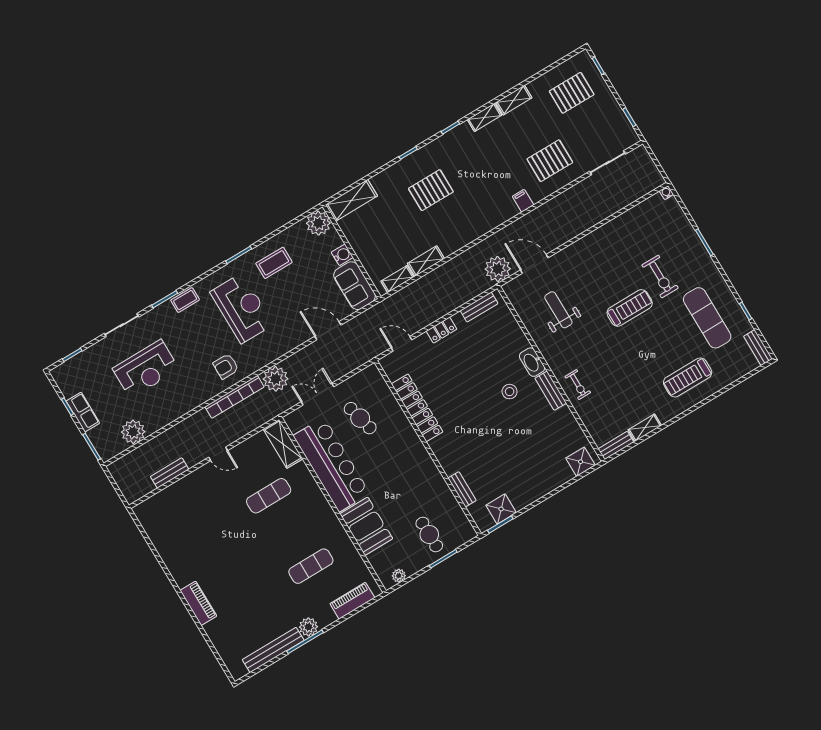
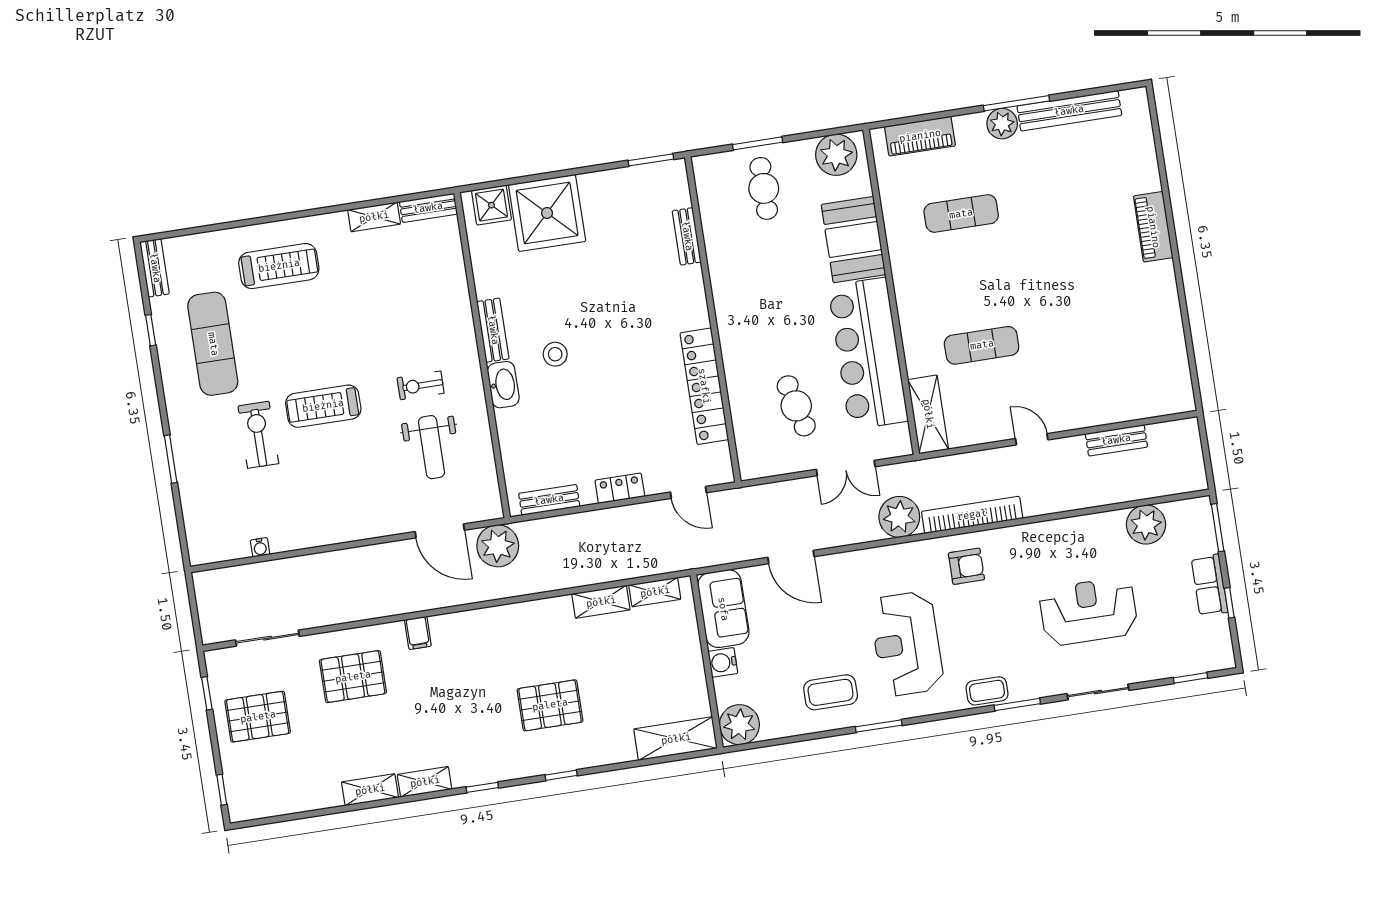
pallet: (572, 93) -> (258, 717), moved
water cooler: (666, 193) -> (260, 547), moved
exercise bike: (578, 385) -> (421, 385), moved, turned -90
shower: (501, 509) -> (547, 213), moved, width x1.86, depth x1.86
plant: (399, 576) -> (836, 155), width x1.88, depth x1.88

